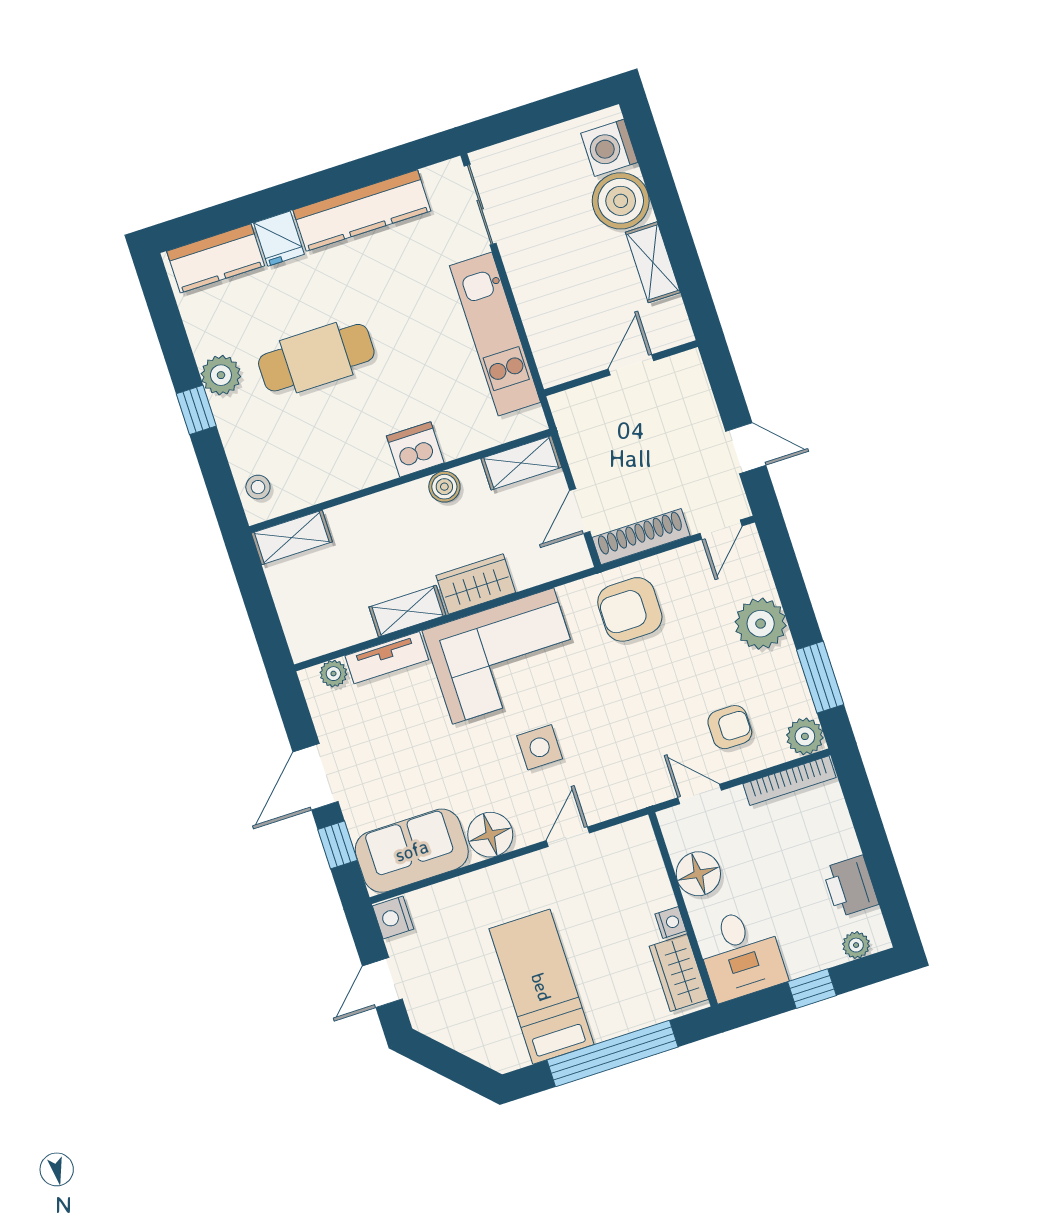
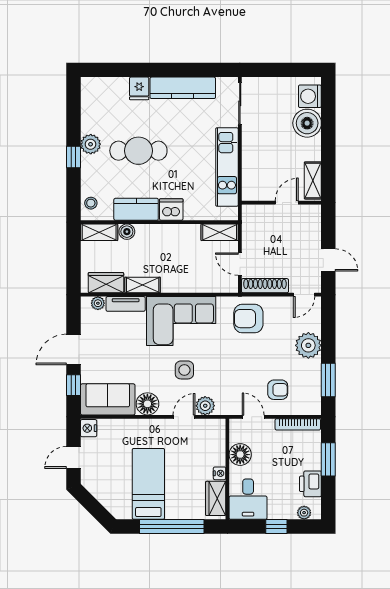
kitchen counter: (216, 258) -> (136, 209), moved, turned 180
shelving: (653, 262) -> (313, 180), moved
boiler: (444, 487) -> (127, 232), moved
door: (580, 511) -> (240, 264), hinge flipped
wardrobe: (476, 584) -> (106, 283), moved
plant: (805, 736) -> (205, 406), moved
window: (869, 829) -> (328, 459), added

